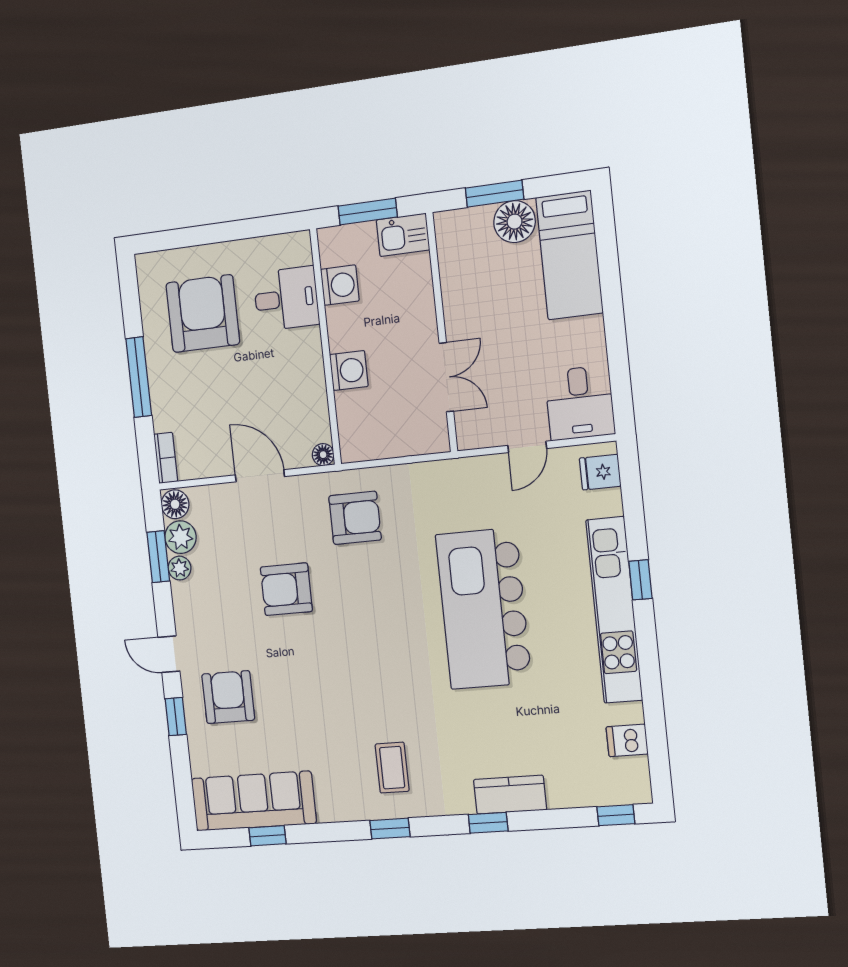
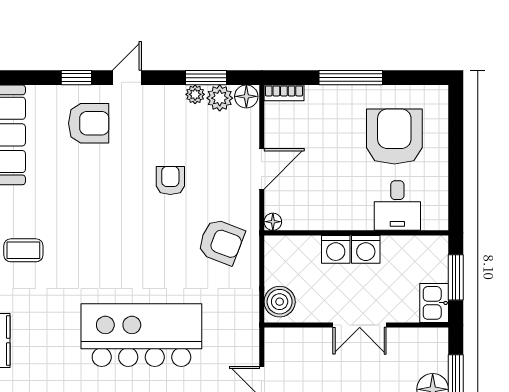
washing machine: (340, 285) -> (366, 249), moved
armchair: (203, 314) -> (394, 137), turned -90
double door: (446, 377) -> (360, 325), moved
boiler: (422, 435) -> (280, 302), added
armchair: (355, 518) -> (221, 242), turned -69
armchair: (286, 589) -> (170, 180), width x0.72, depth x0.72

